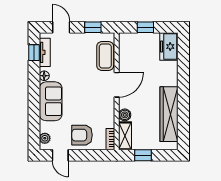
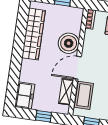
boiler: (125, 115) -> (69, 43), width x1.86, depth x1.86
shelving: (125, 136) -> (66, 92), moved

